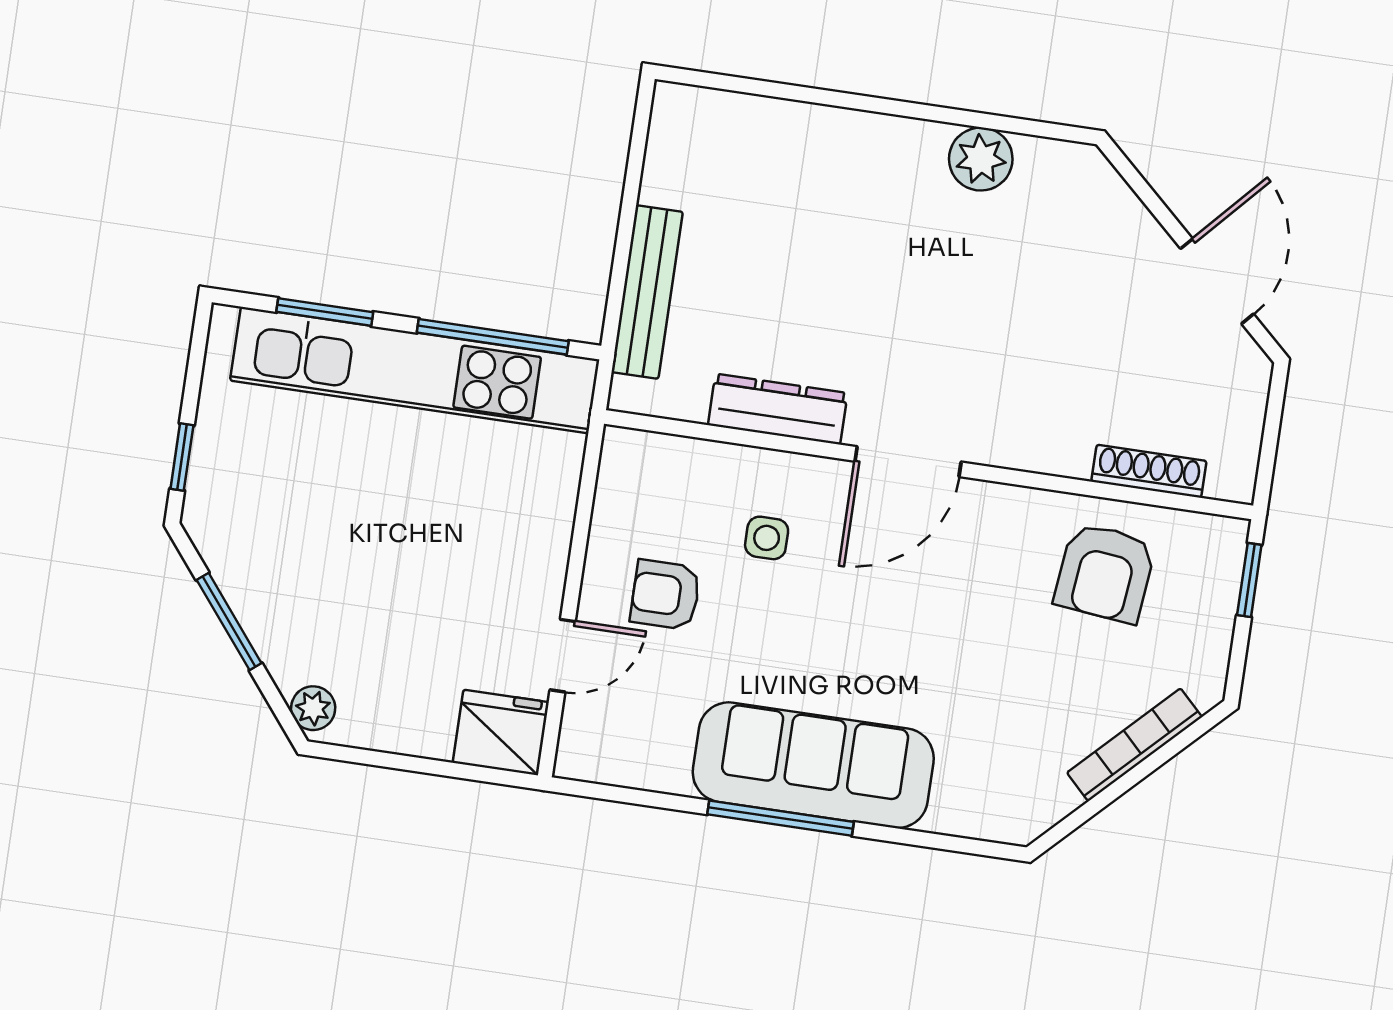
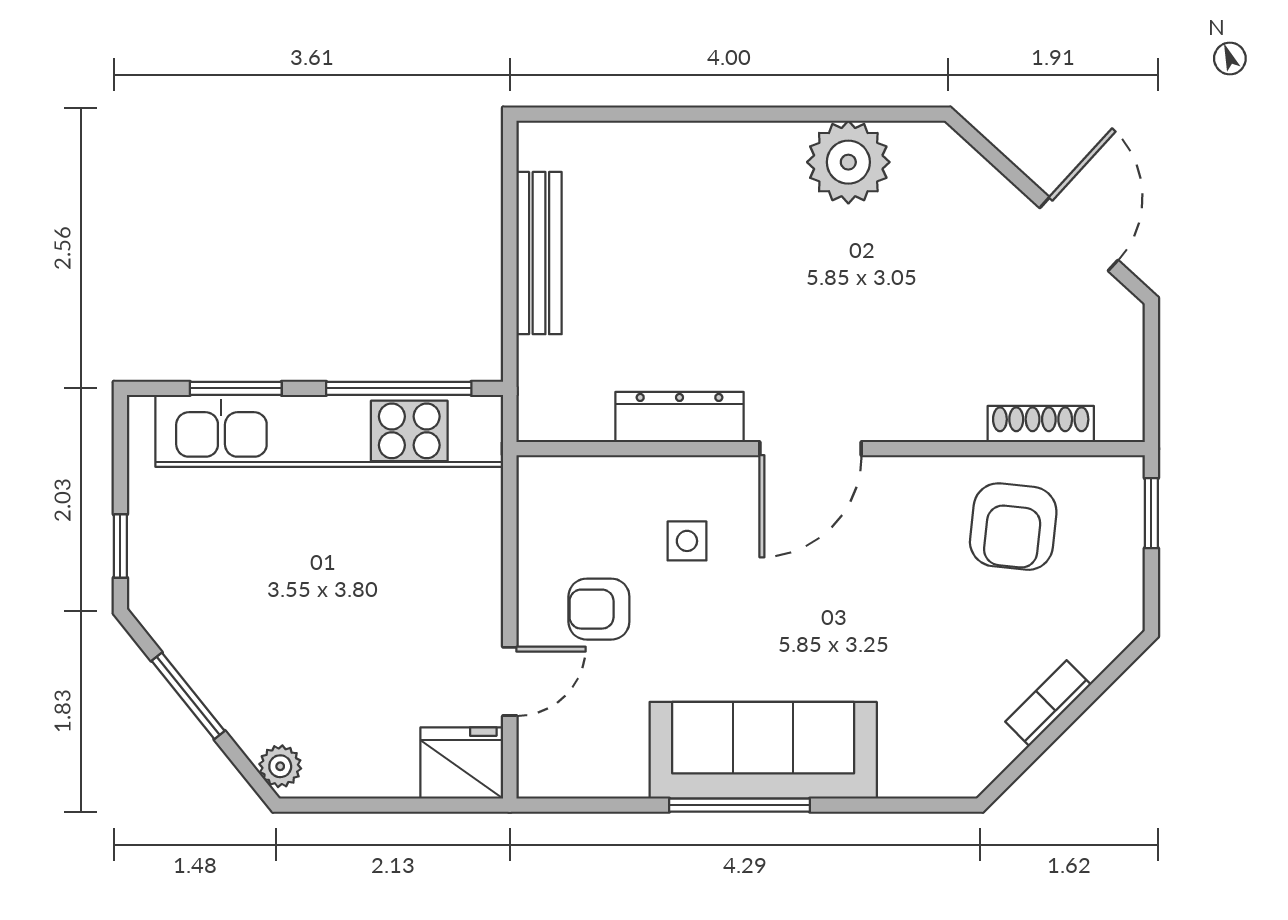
plant: (981, 159) -> (848, 162), width x1.36, depth x1.36
bench: (647, 292) -> (539, 253), moved
bookcase: (1134, 745) -> (1048, 703), width x0.64

